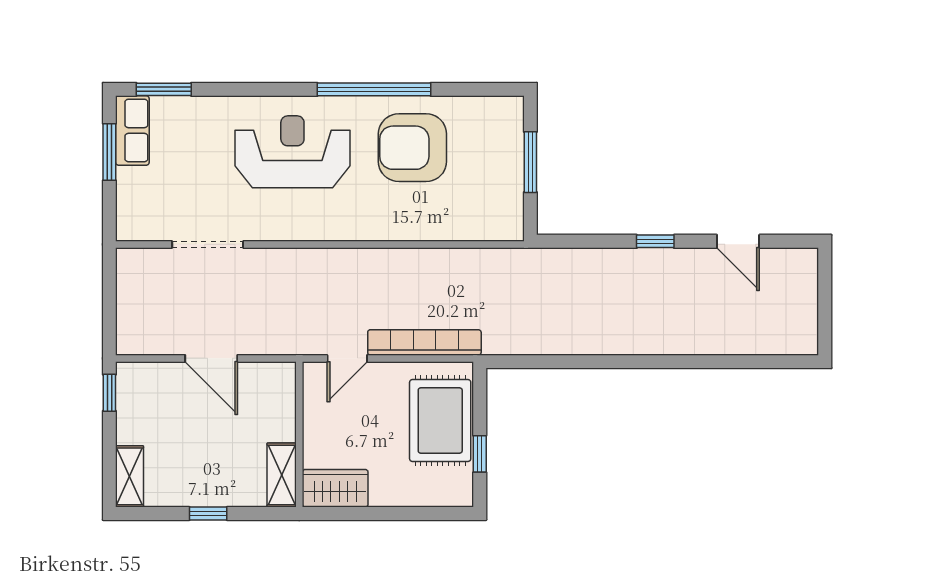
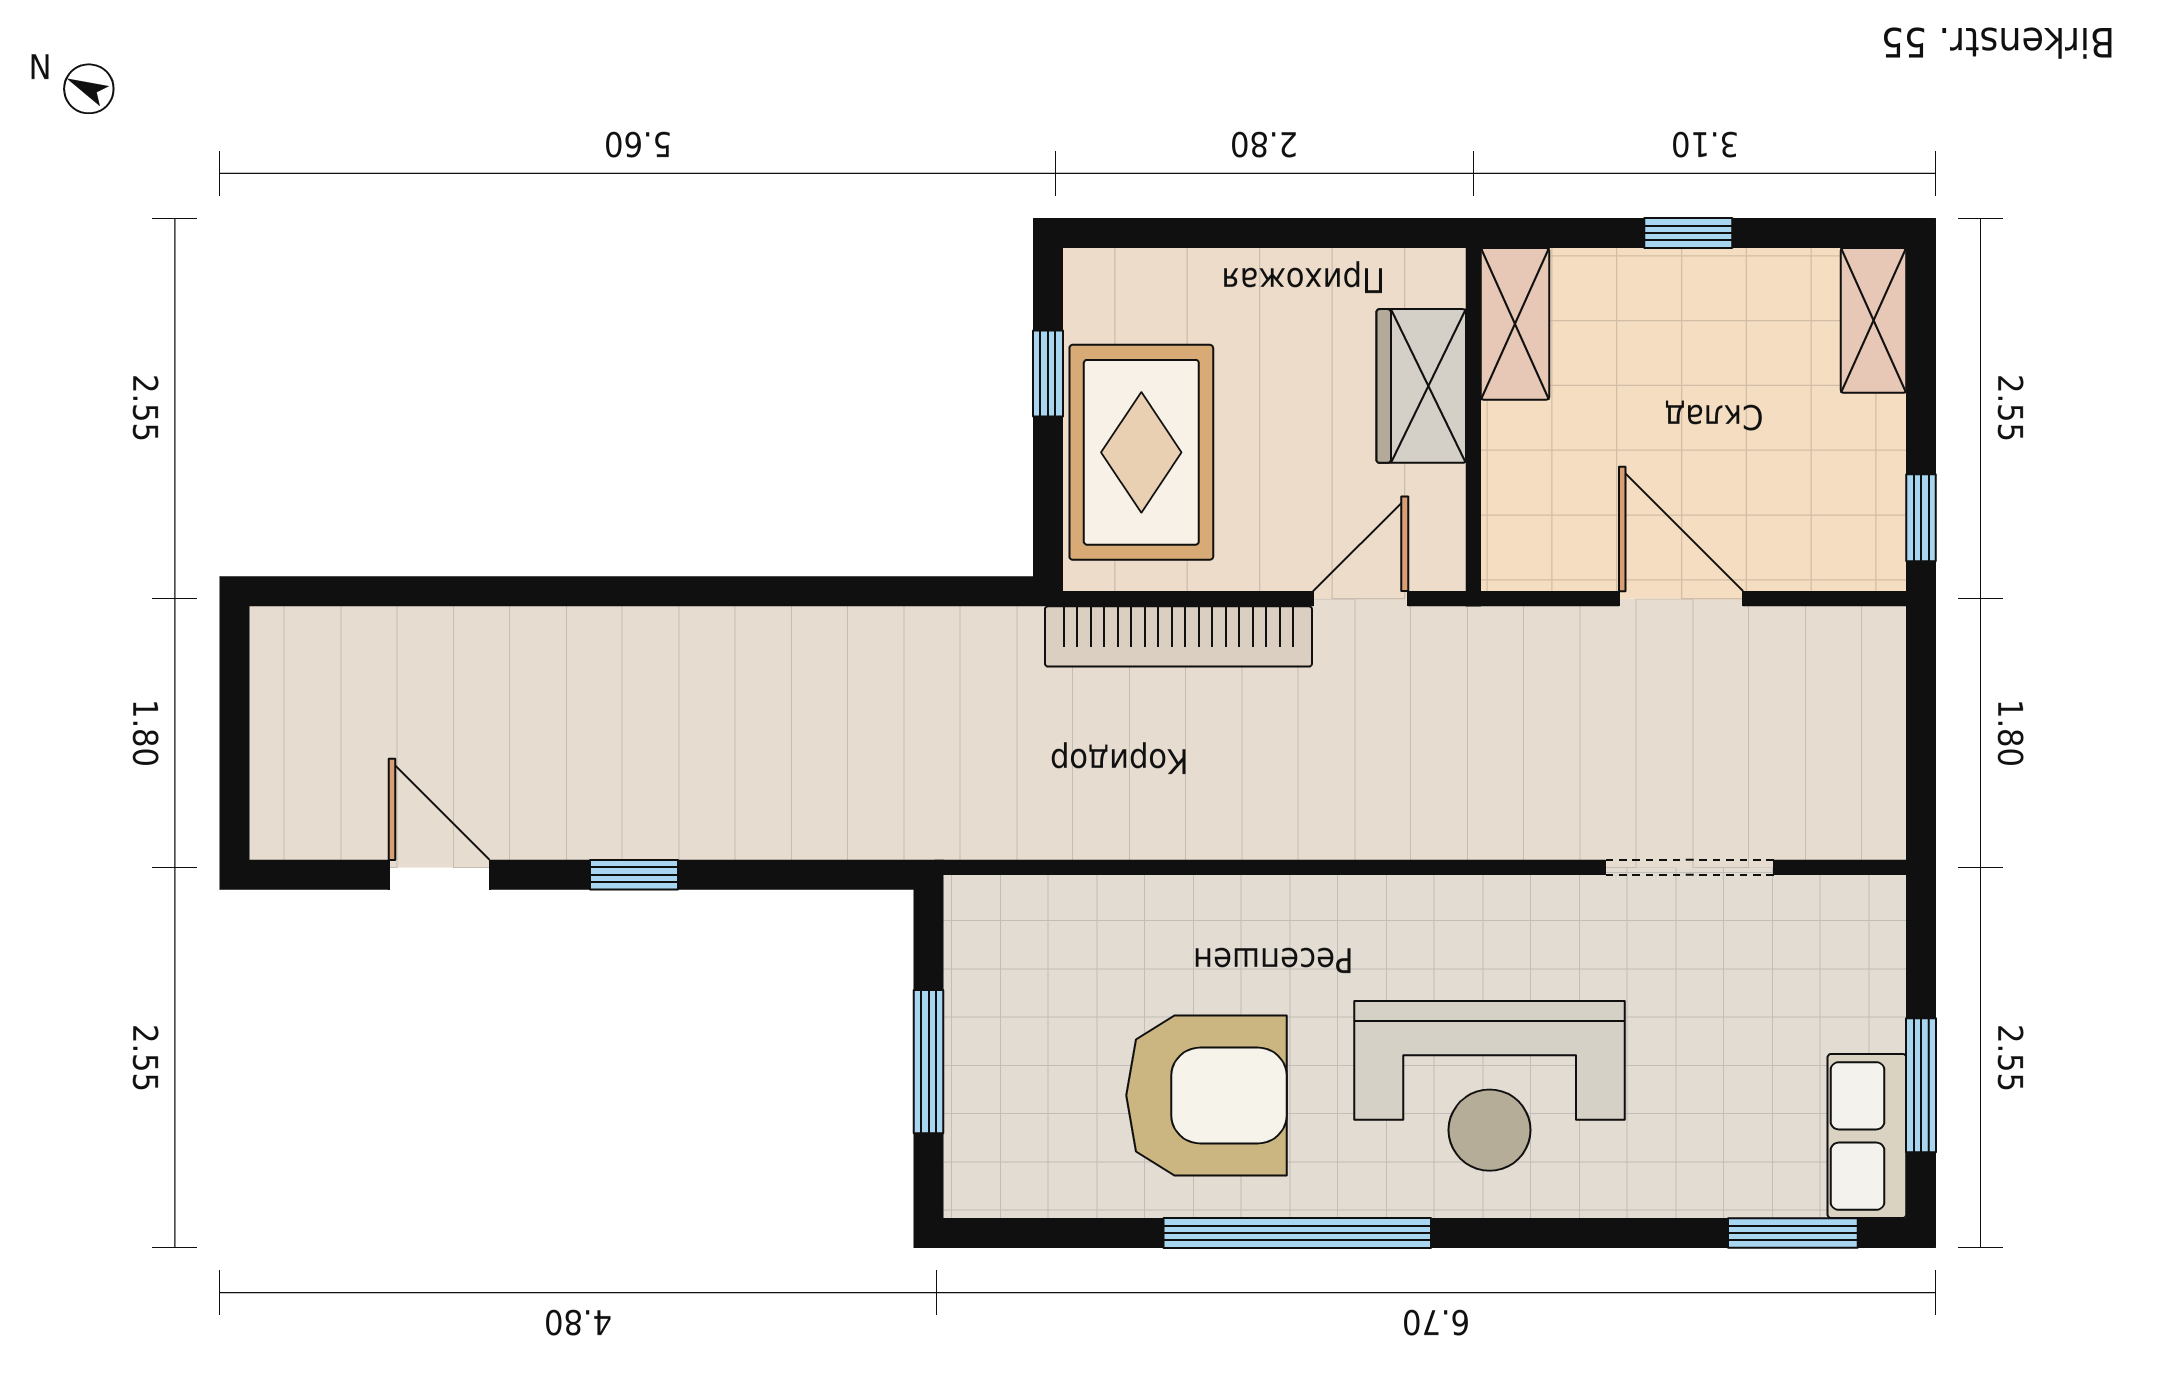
wardrobe: (335, 488) -> (1421, 386), moved, turned 90

